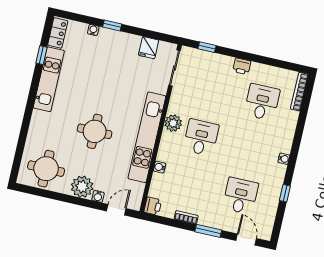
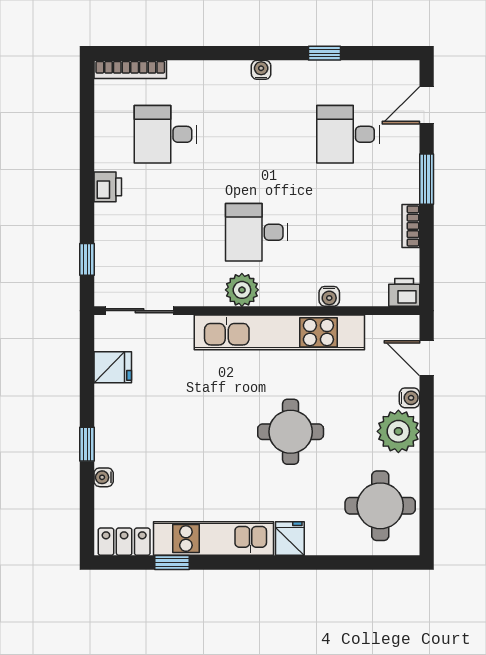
fridge: (40, 118) -> (290, 538), added

